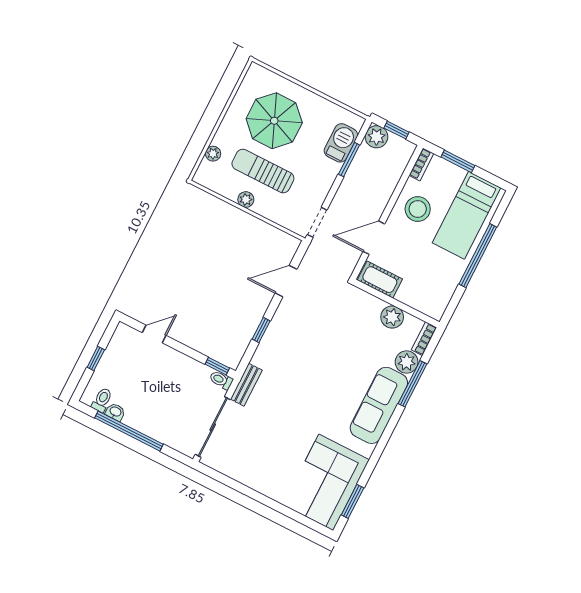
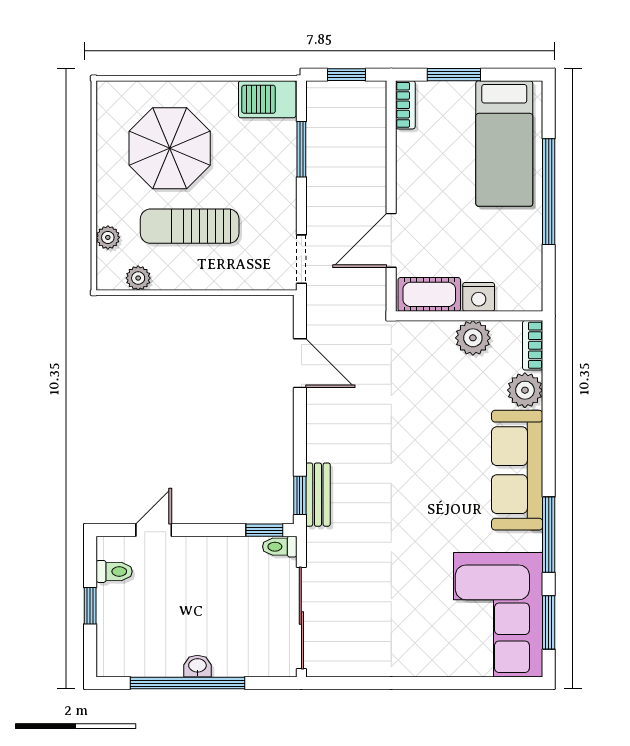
plant: (376, 137) -> (323, 98), removed
barbecue: (341, 143) -> (267, 99), moved, turned -90
plant: (246, 200) -> (138, 278), moved
stool: (418, 209) -> (432, 169), removed
door: (286, 281) -> (300, 363), swing flipped
nightstand: (407, 295) -> (479, 297), added
window: (261, 330) -> (300, 495), moved
window: (413, 384) -> (549, 535), moved
bench: (246, 385) -> (318, 495), moved
toilet: (102, 400) -> (114, 571), moved, turned 90
washbasin: (115, 412) -> (197, 666), moved

